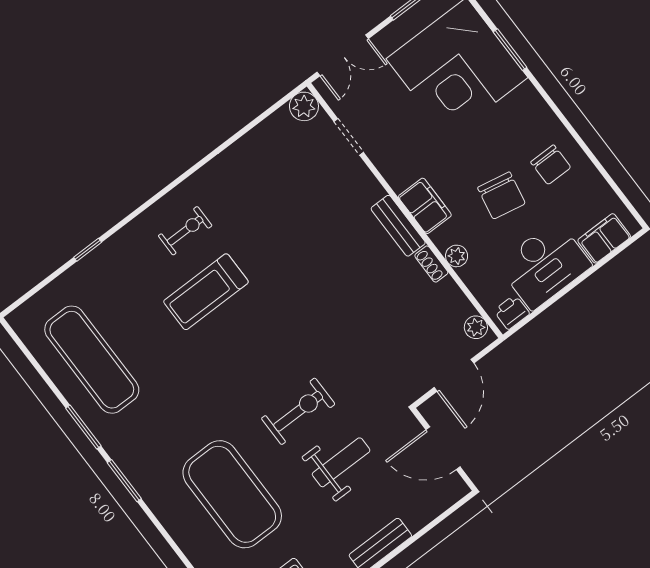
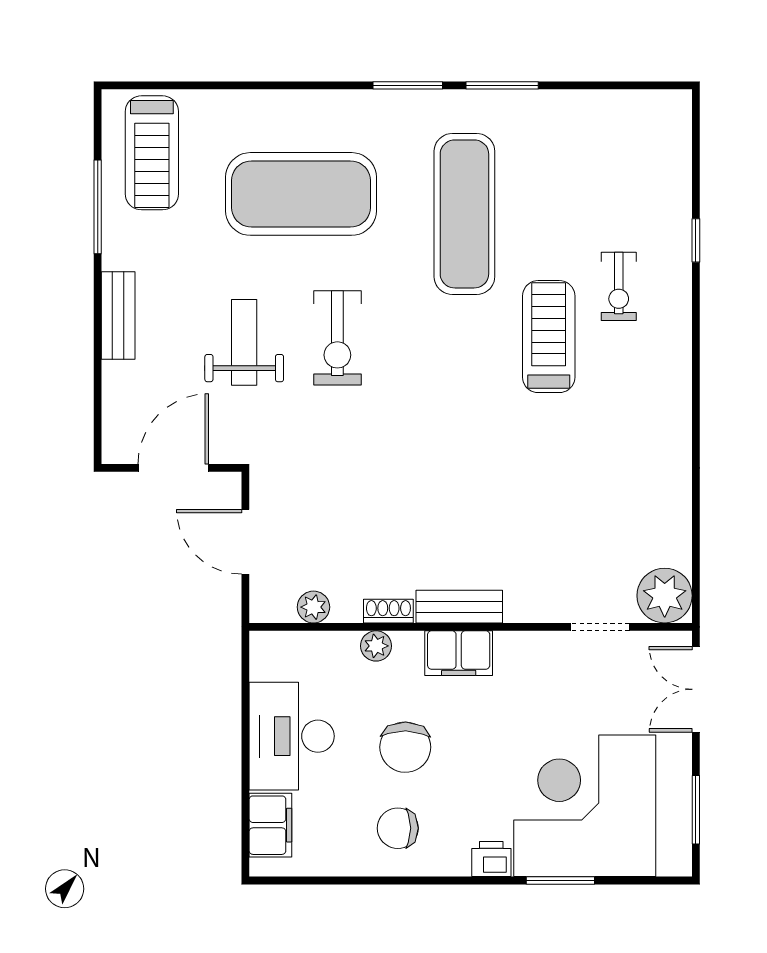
plant: (304, 106) -> (665, 596), width x1.36, depth x1.36
chair: (501, 195) -> (405, 747), turned -100
exercise bike: (185, 231) -> (619, 286), moved
printer: (512, 312) -> (491, 859), moved, turned -90
plant: (476, 327) -> (313, 607), moved
exercise mat: (92, 360) -> (464, 214), moved, turned 90
weight bench: (341, 462) -> (244, 342), turned 180

